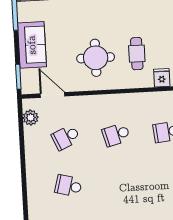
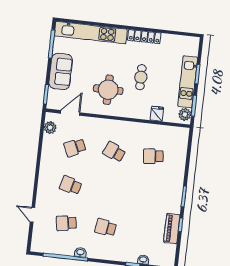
cafe table: (137, 54) -> (141, 77), moved
door: (53, 95) -> (70, 113), hinge flipped
school desk: (116, 135) -> (114, 152), turned 39

